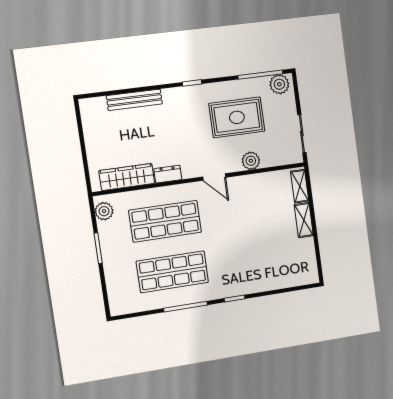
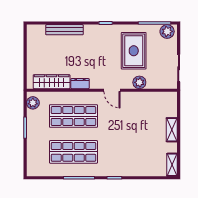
rug: (237, 117) -> (134, 51), turned 90
shelving: (300, 186) -> (172, 165), moved

